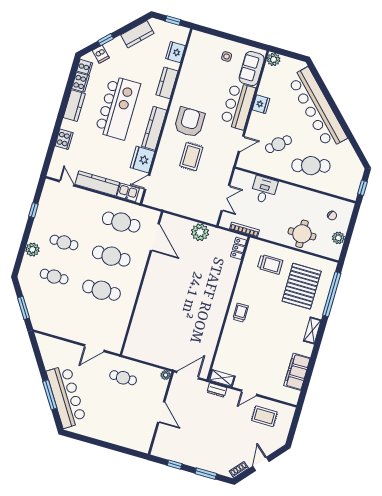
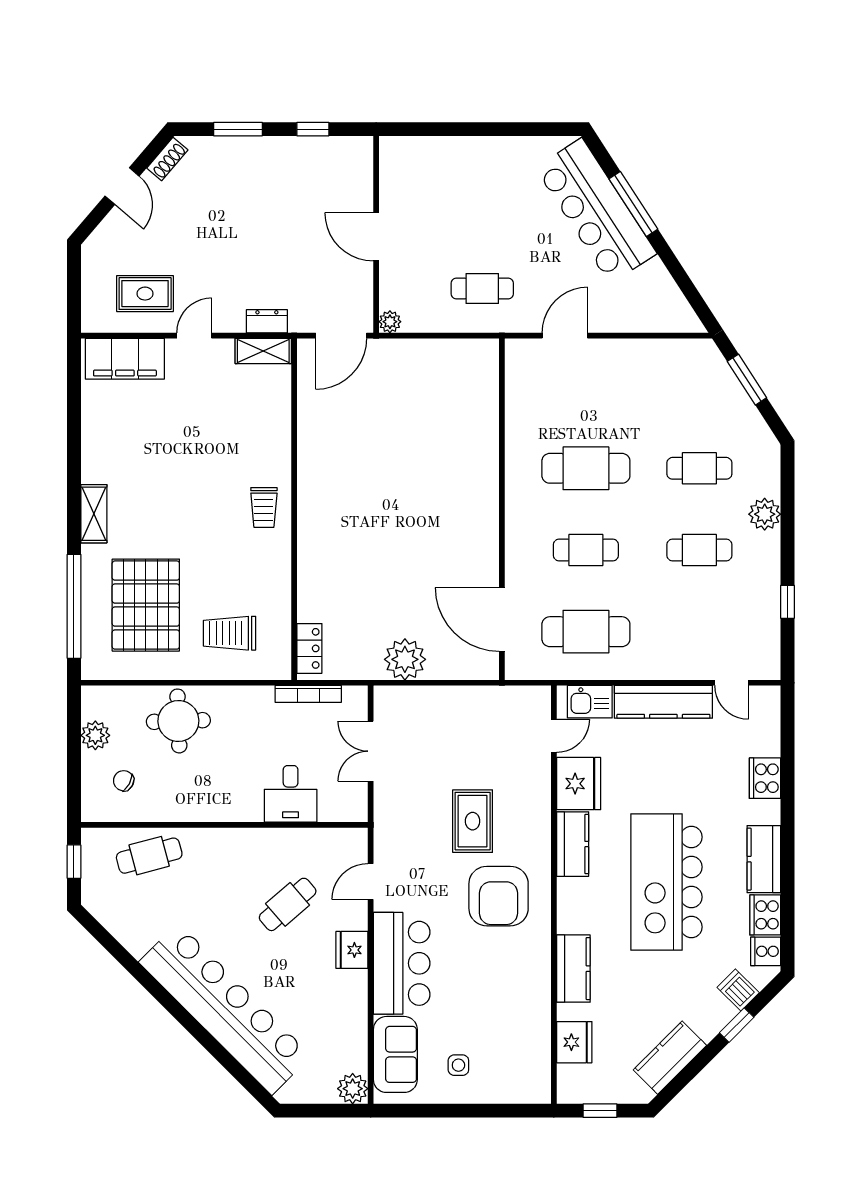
fridge: (261, 104) -> (352, 950), moved
kitchen counter: (154, 128) -> (573, 844), width x0.67
cafe table: (311, 166) -> (149, 856), moved, width x0.73, depth x0.74
cafe table: (111, 256) -> (586, 550), width x0.73, depth x0.74
filing cabinet: (297, 372) -> (125, 359), moved, turned 90

